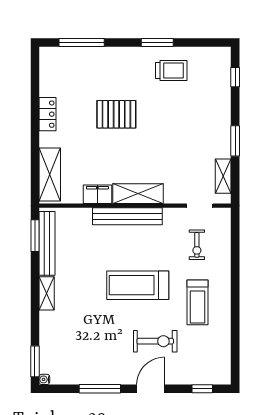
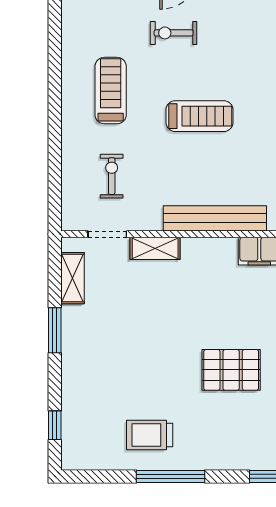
window: (157, 43) -> (171, 476), width x1.44
shelving: (138, 194) -> (155, 248), moved, width x0.67, depth x0.75
treadmill: (138, 285) -> (200, 116), width x0.73, depth x0.73
exercise bike: (155, 341) -> (174, 33), width x0.73, depth x0.72

